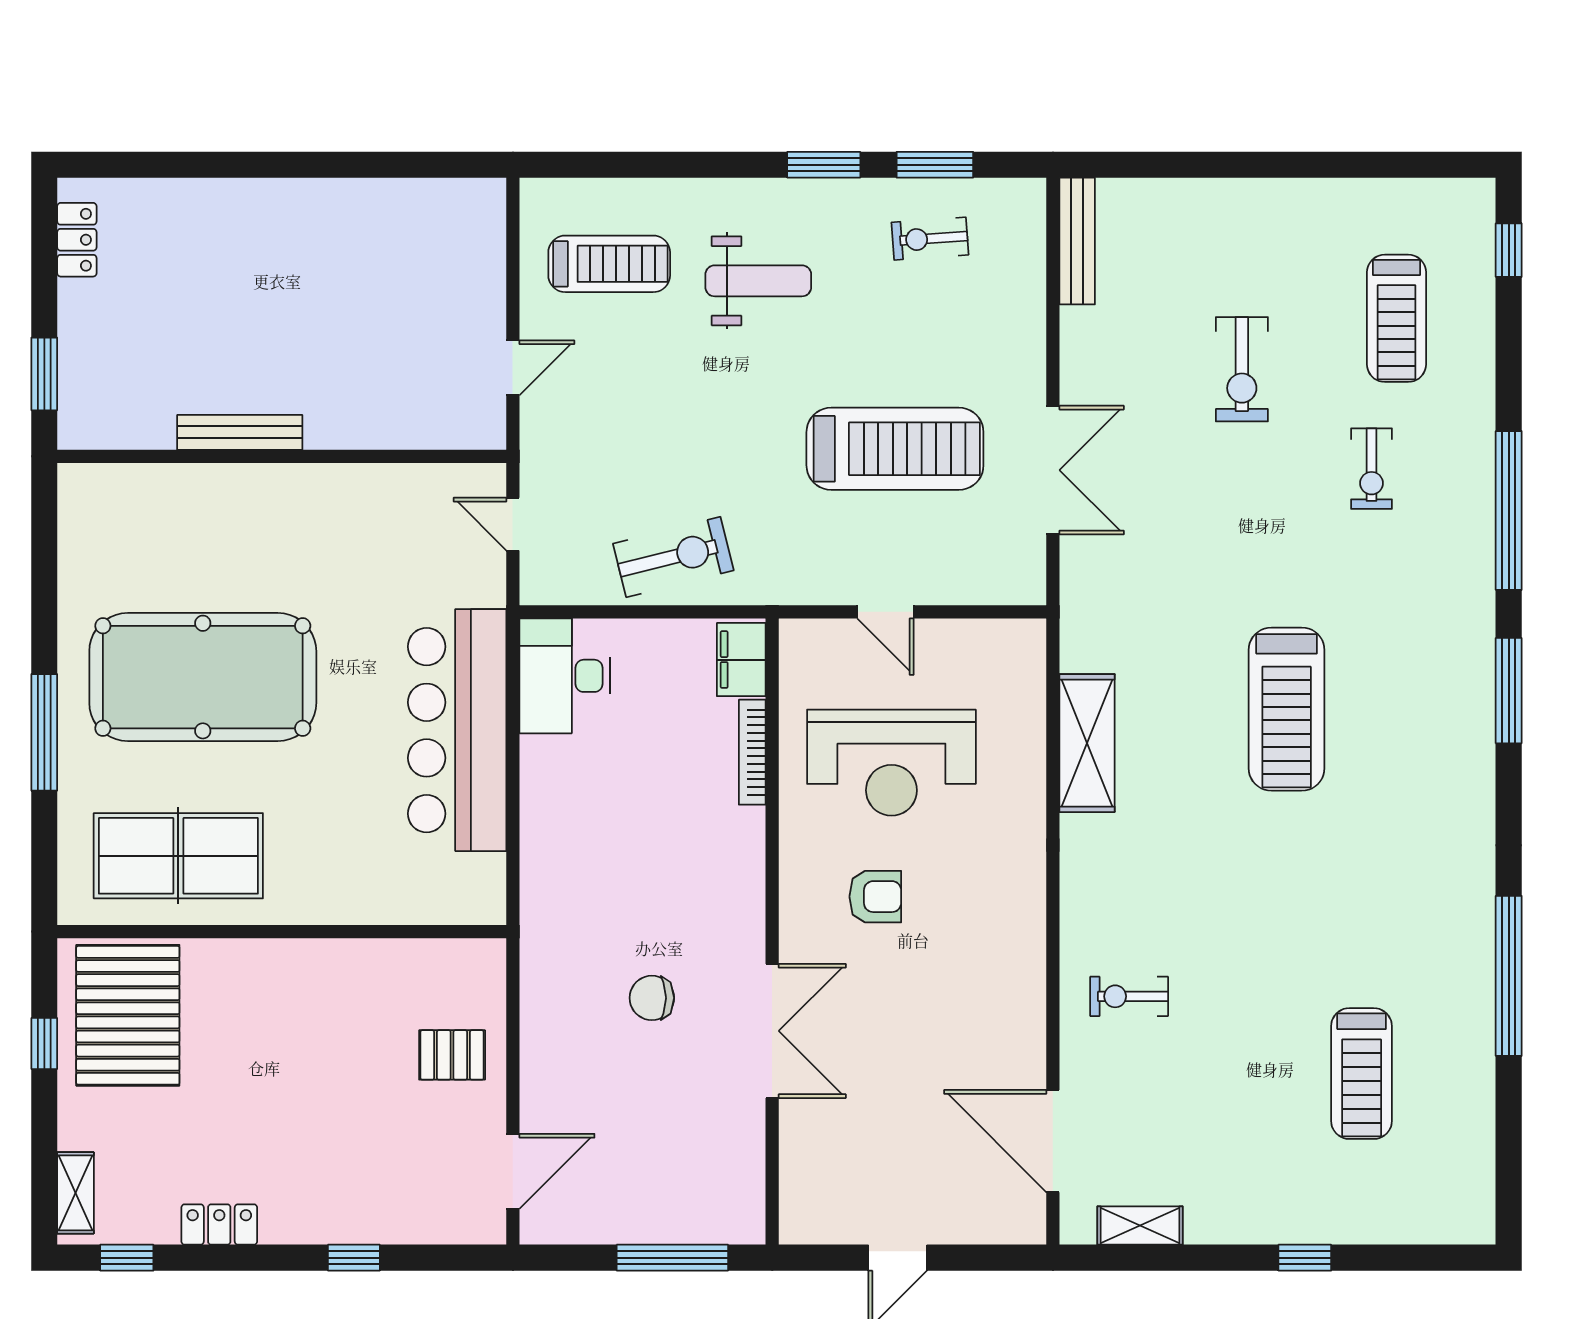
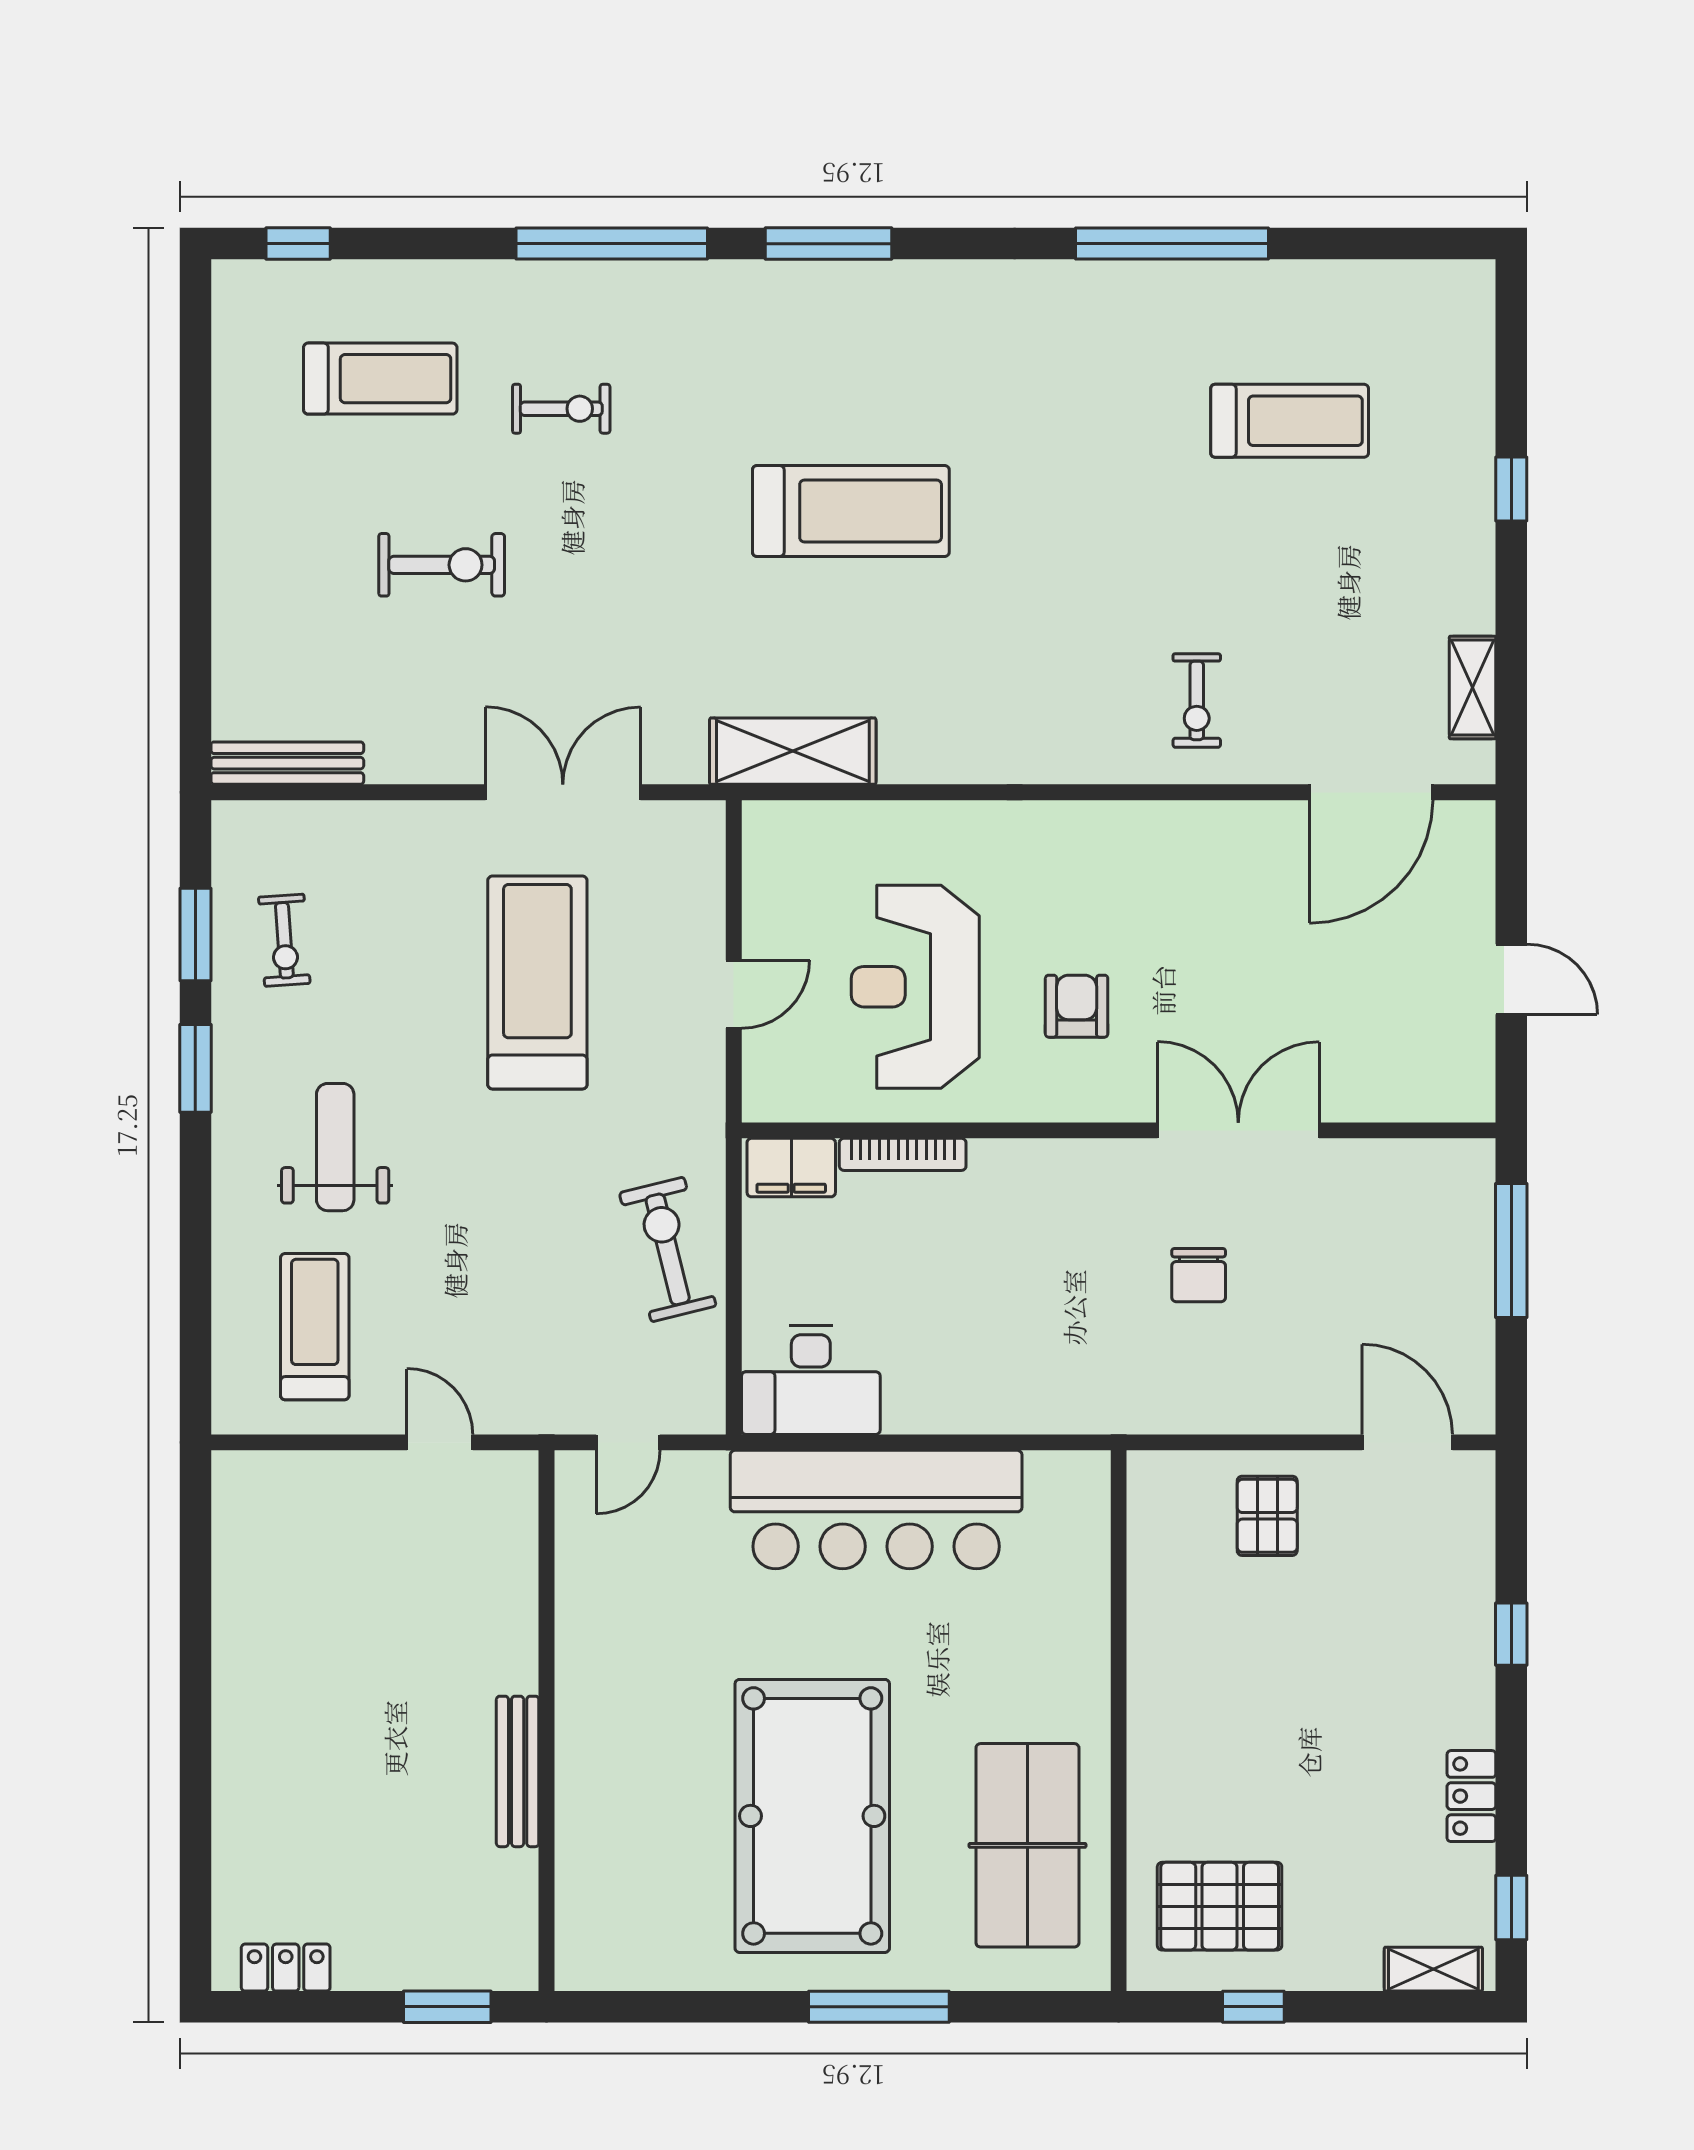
shelving: (1087, 743) -> (793, 751), moved
reception desk: (891, 763) -> (915, 987), turned 180
pallet: (128, 1015) -> (1220, 1906), width x0.73, depth x0.71

